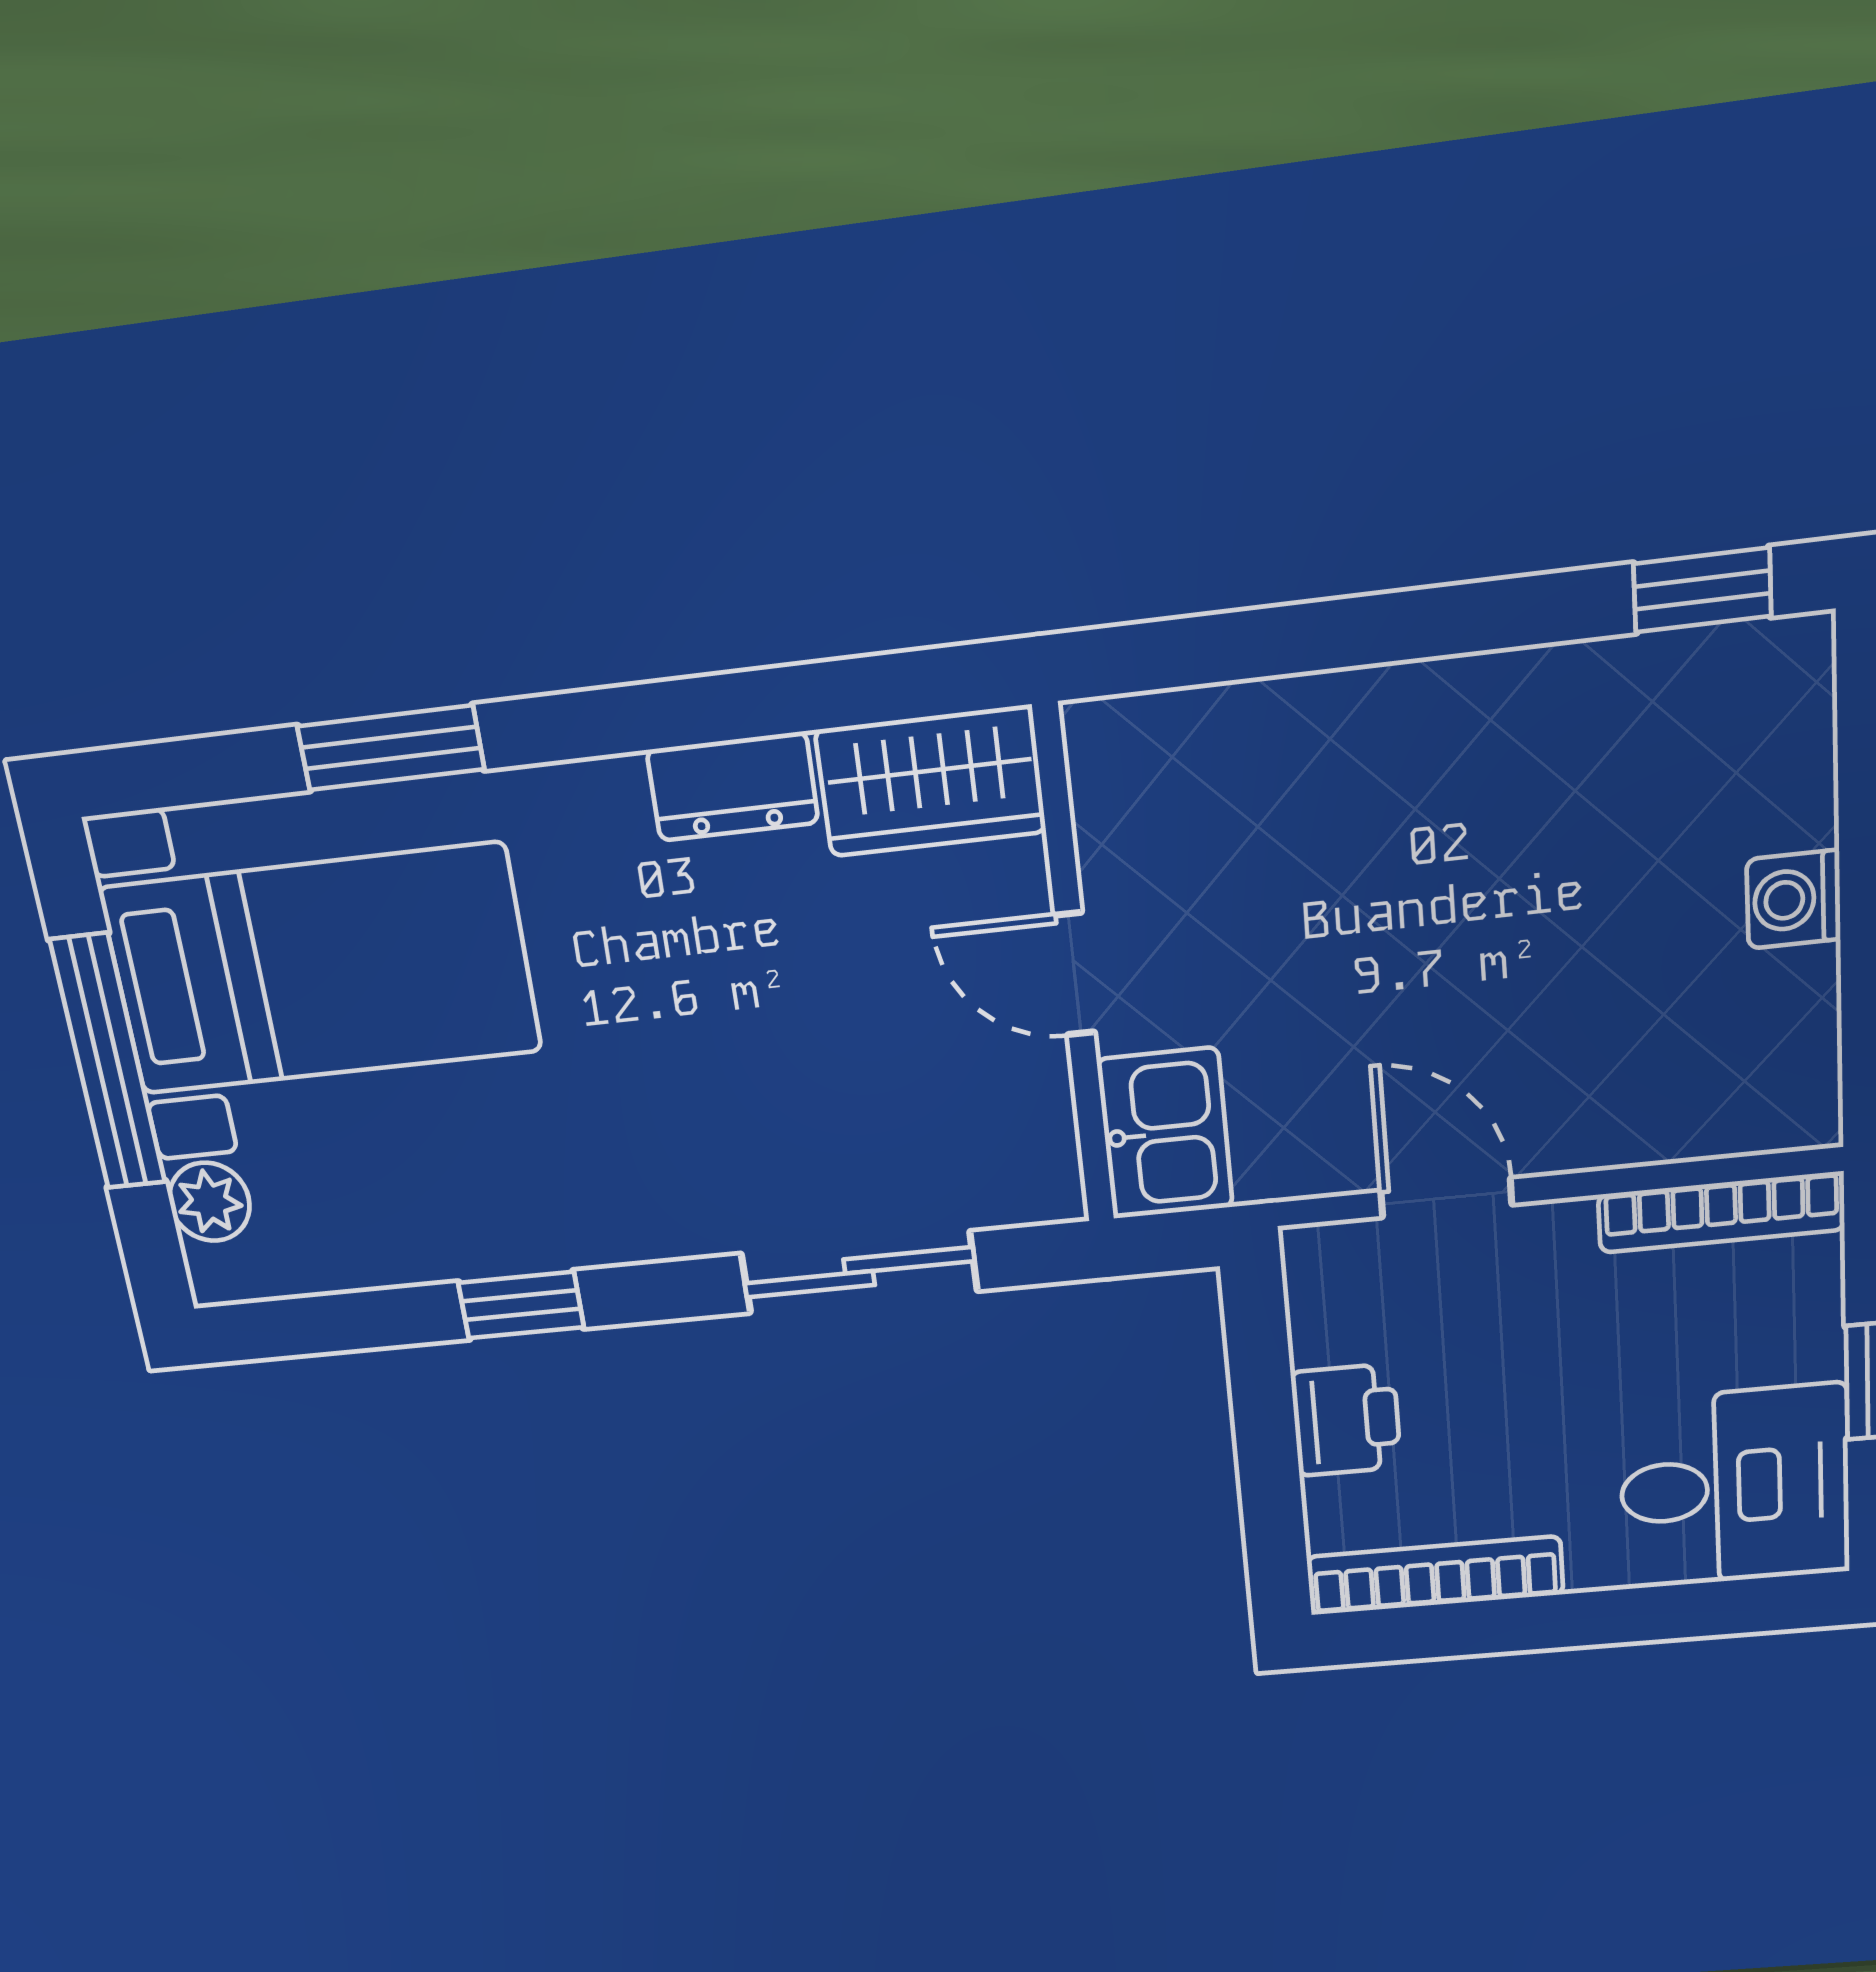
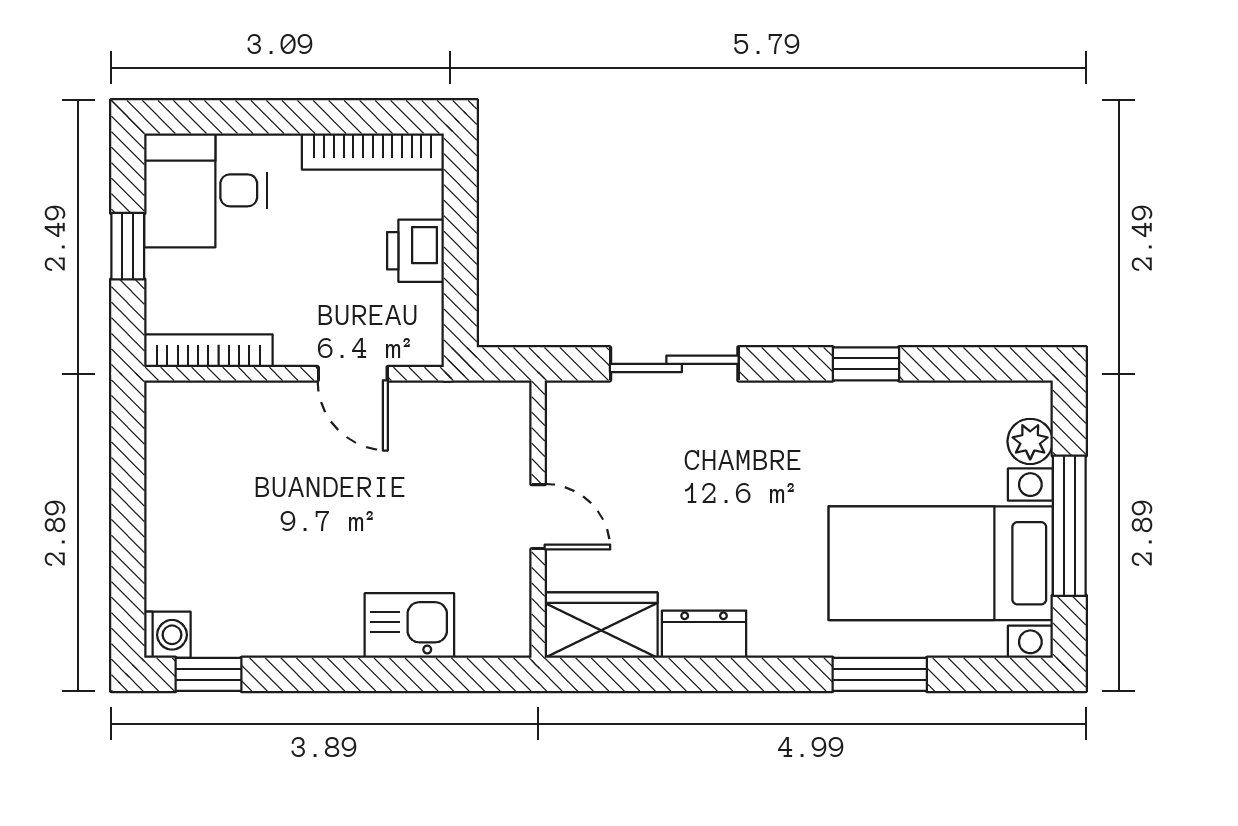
washing machine: (1794, 899) -> (167, 635), moved
kitchen sink: (1165, 1134) -> (409, 626), moved, turned 90

